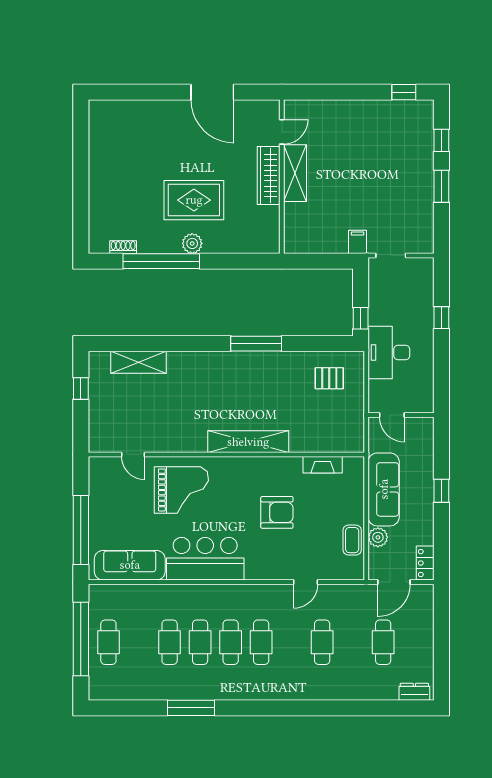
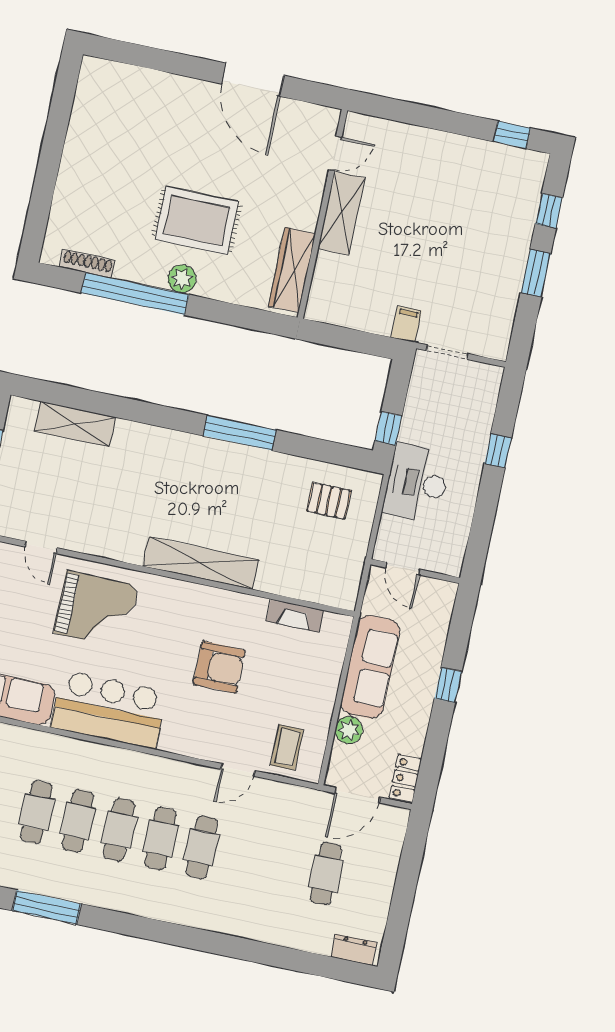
wardrobe: (269, 176) -> (292, 270), moved
shoe rack: (123, 247) -> (87, 264), width x1.43
coffee table: (352, 540) -> (287, 747), moved
cafe table: (322, 642) -> (202, 847), moved

